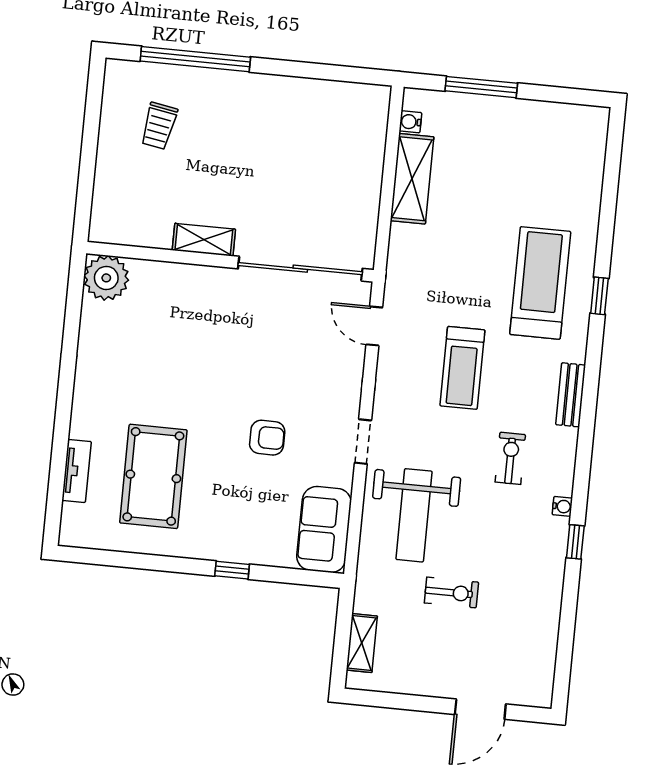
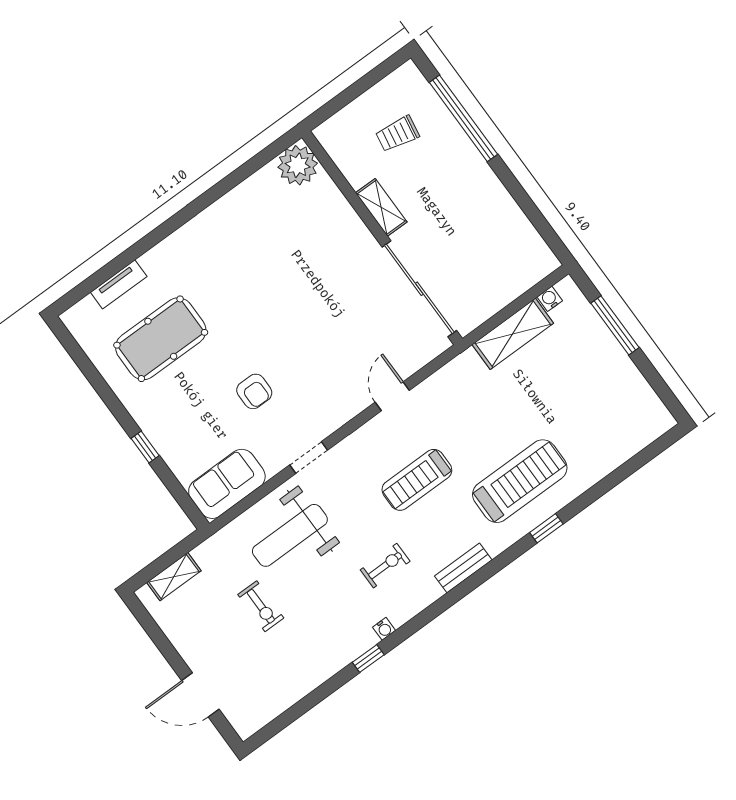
shelving: (204, 240) -> (381, 207), moved
wall: (230, 262) -> (382, 238), moved
sliding door: (300, 269) -> (419, 289), moved
plant: (106, 278) -> (298, 165), moved

